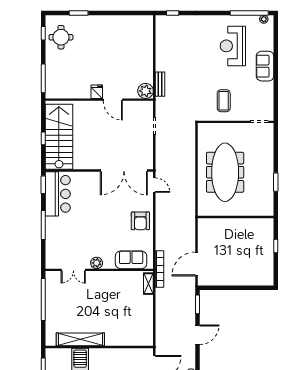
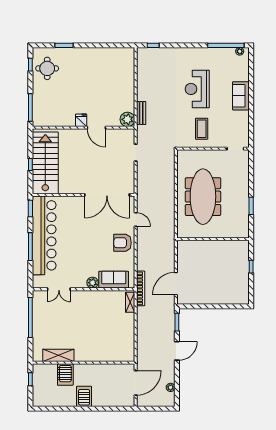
reception desk: (233, 46) -> (197, 89), moved
door: (154, 185) -> (136, 219), moved
bar counter: (58, 194) -> (44, 235), width x1.86
armchair: (140, 221) -> (123, 243), turned 90
plant: (97, 263) -> (93, 283), moved
shelving: (80, 339) -> (58, 355), width x0.68

